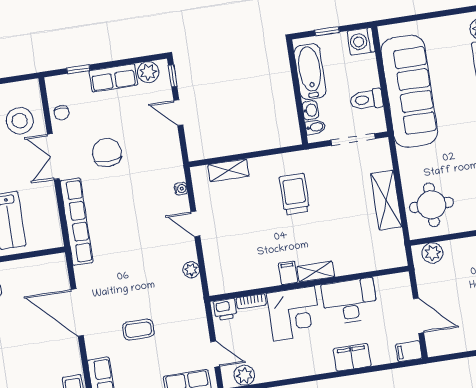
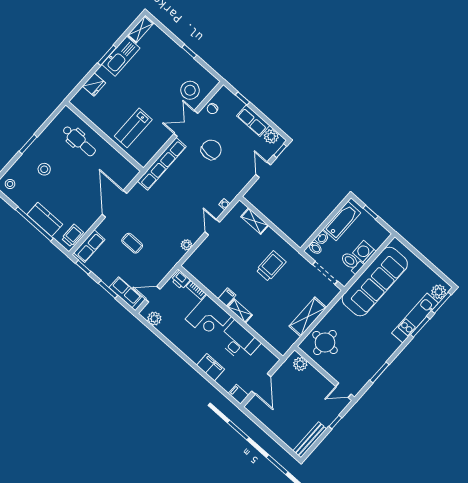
washing machine: (361, 41) -> (364, 252), moved
door: (215, 354) -> (153, 294), swing flipped

